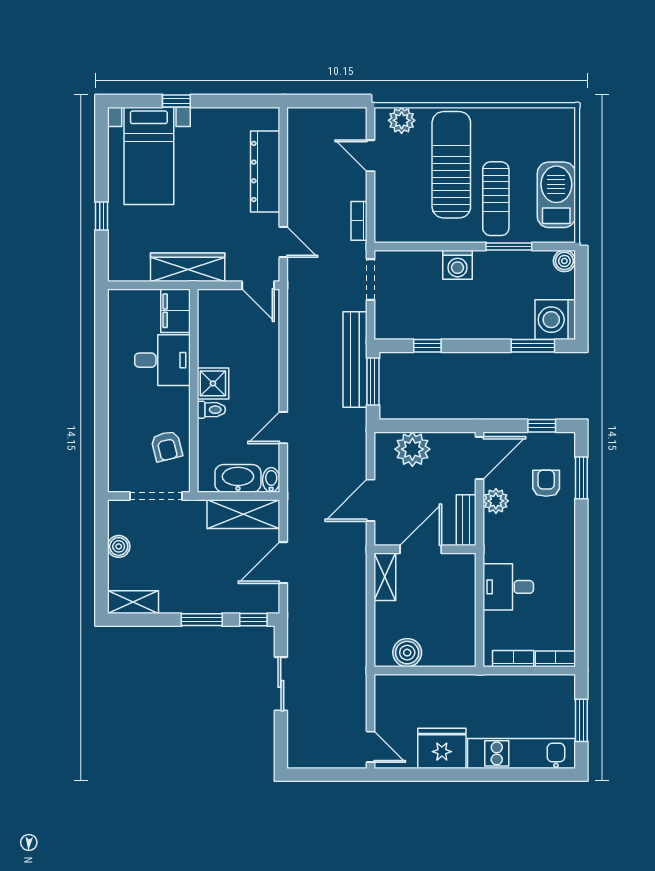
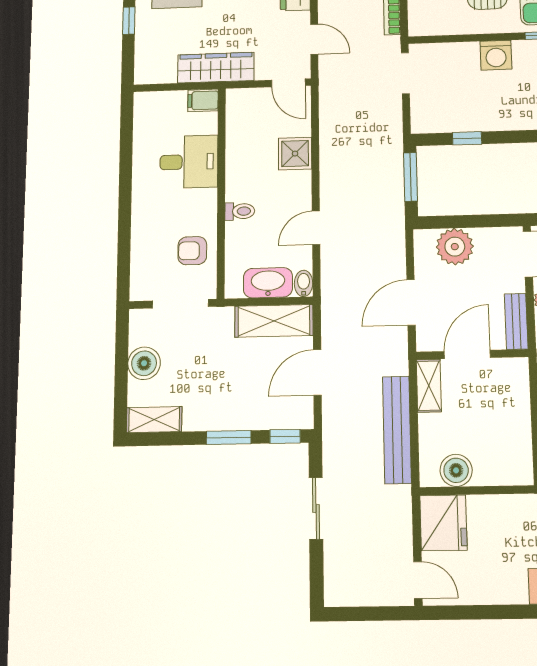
filing cabinet: (175, 311) -> (203, 100), width x0.50
bench: (355, 359) -> (397, 430), moved
shower: (213, 383) -> (295, 154), moved
armchair: (167, 446) -> (192, 251), turned 104
boiler: (119, 546) -> (144, 363), width x1.36, depth x1.36
fridge: (442, 748) -> (443, 523), moved, turned 90

